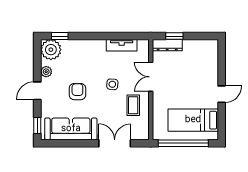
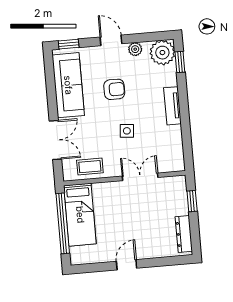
tv unit: (122, 45) -> (172, 106), moved
dresser: (167, 45) -> (184, 234), moved
door: (222, 94) -> (127, 265), swing flipped
coffee table: (133, 105) -> (90, 167), moved
bed: (193, 120) -> (80, 215), moved, turned 180

